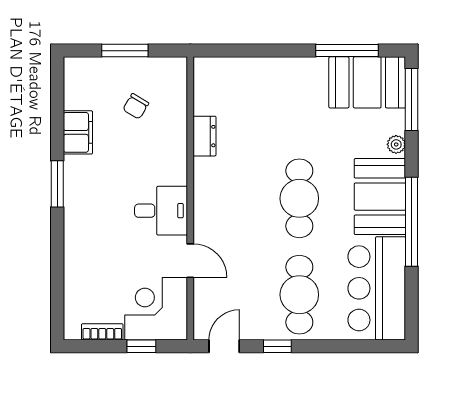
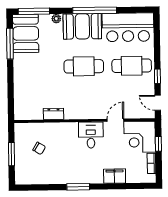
filing cabinet: (78, 132) -> (115, 176), moved

